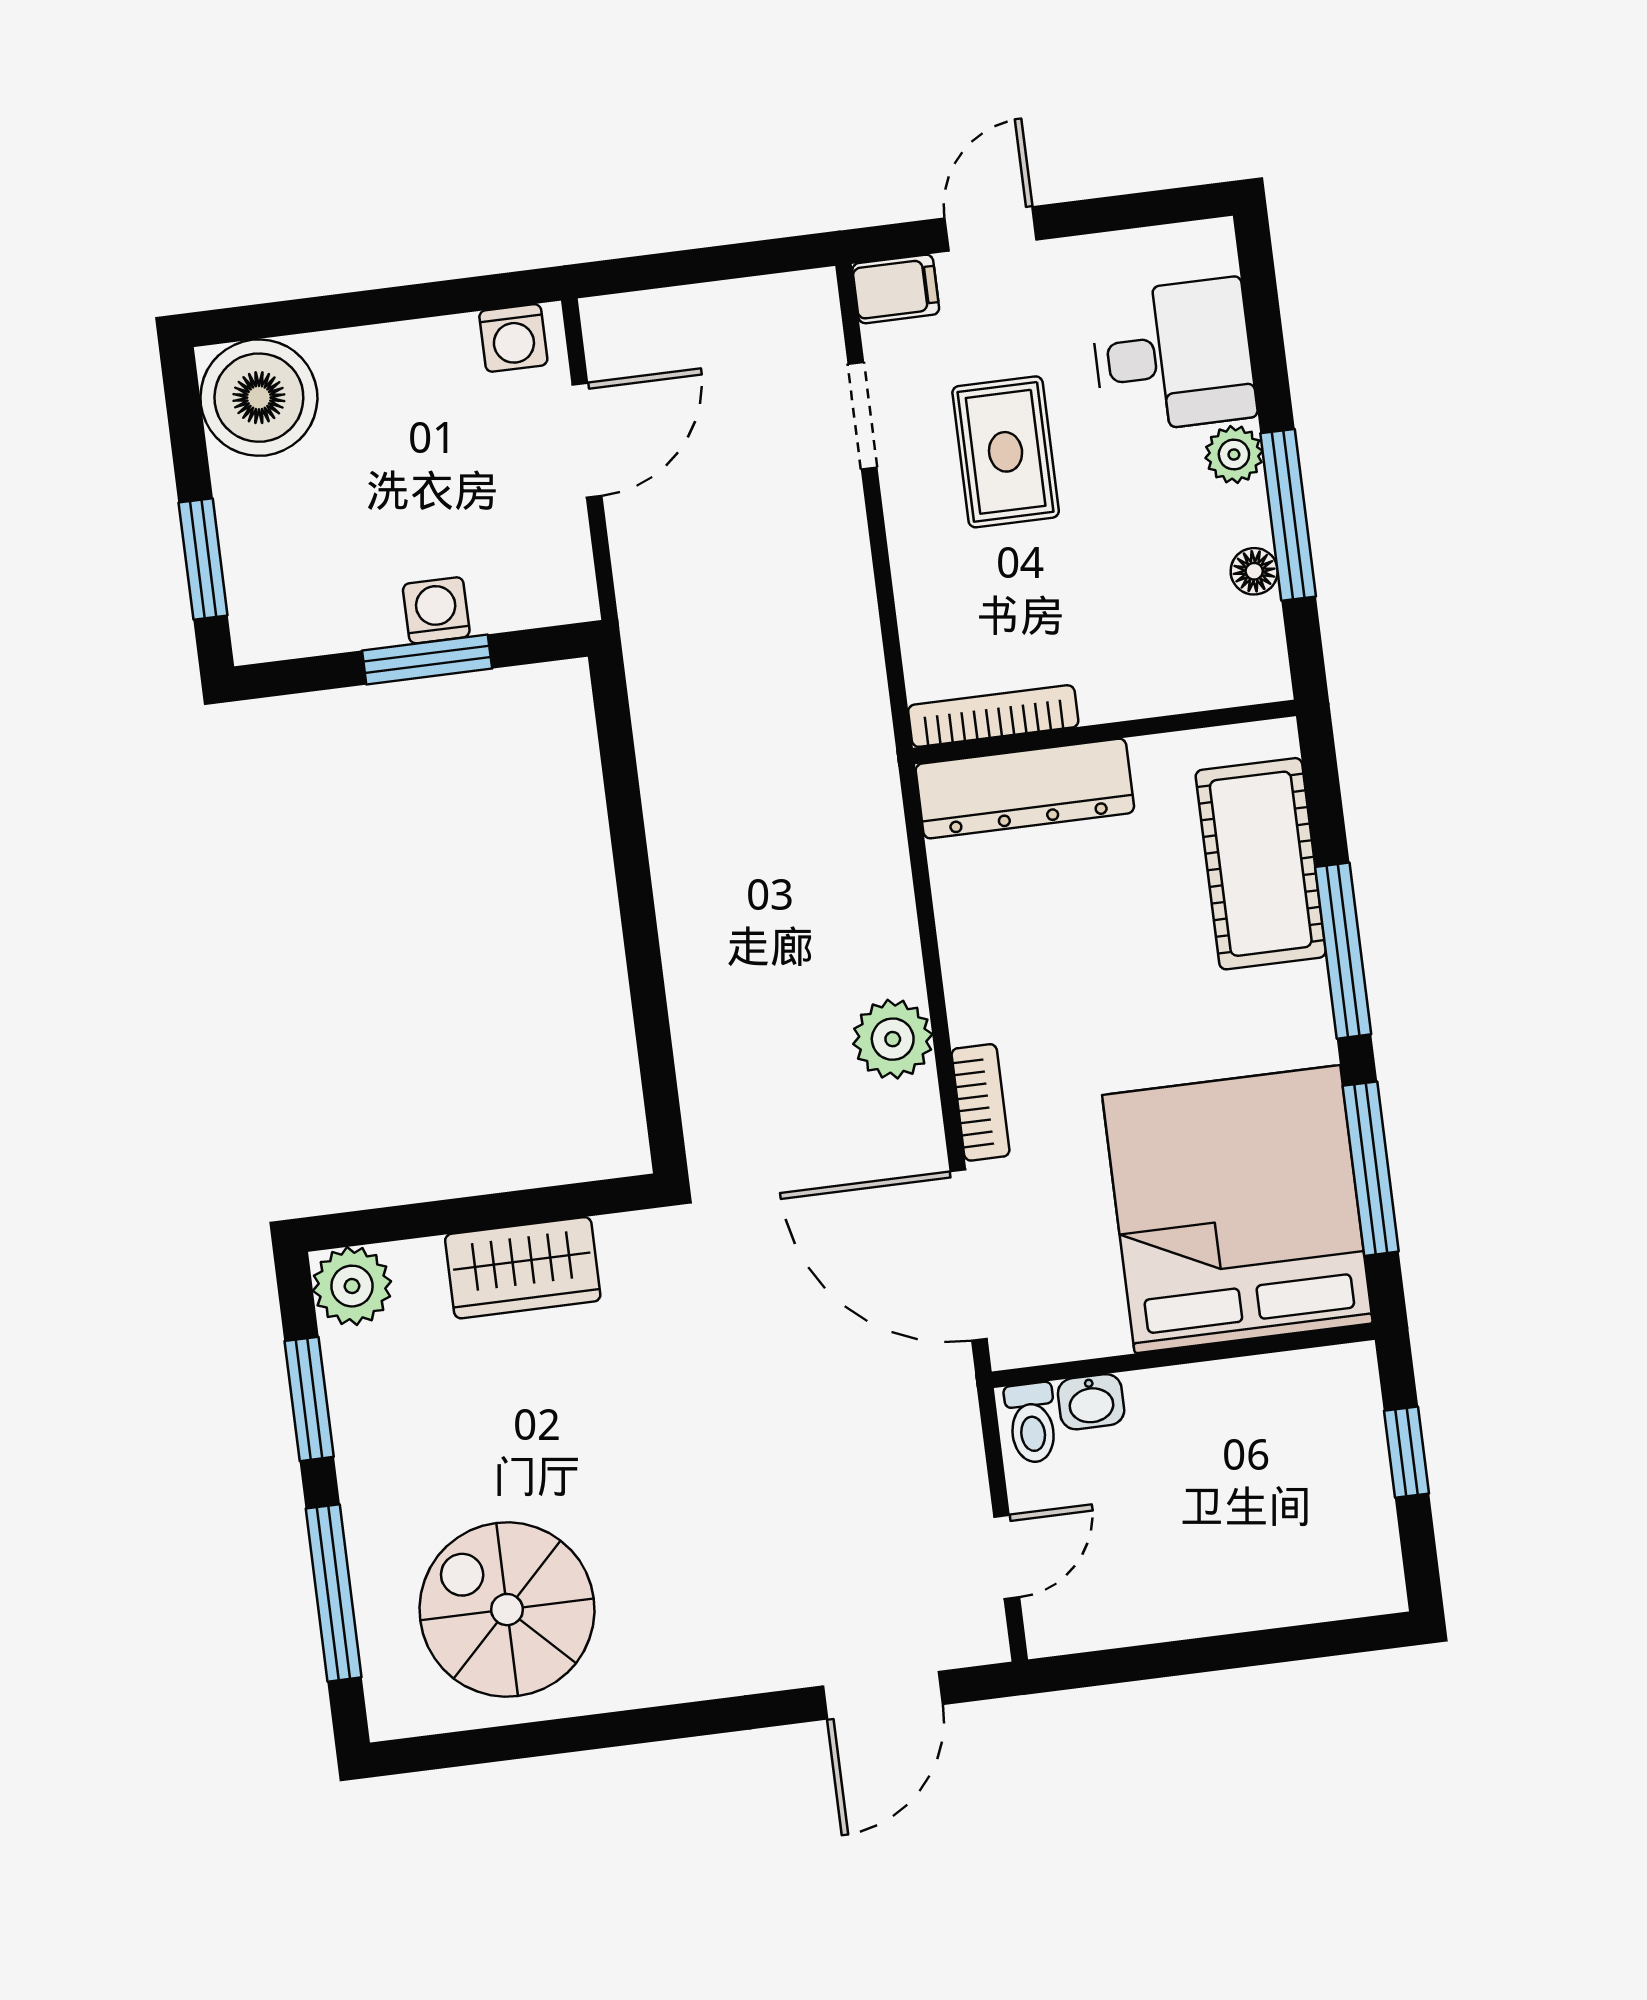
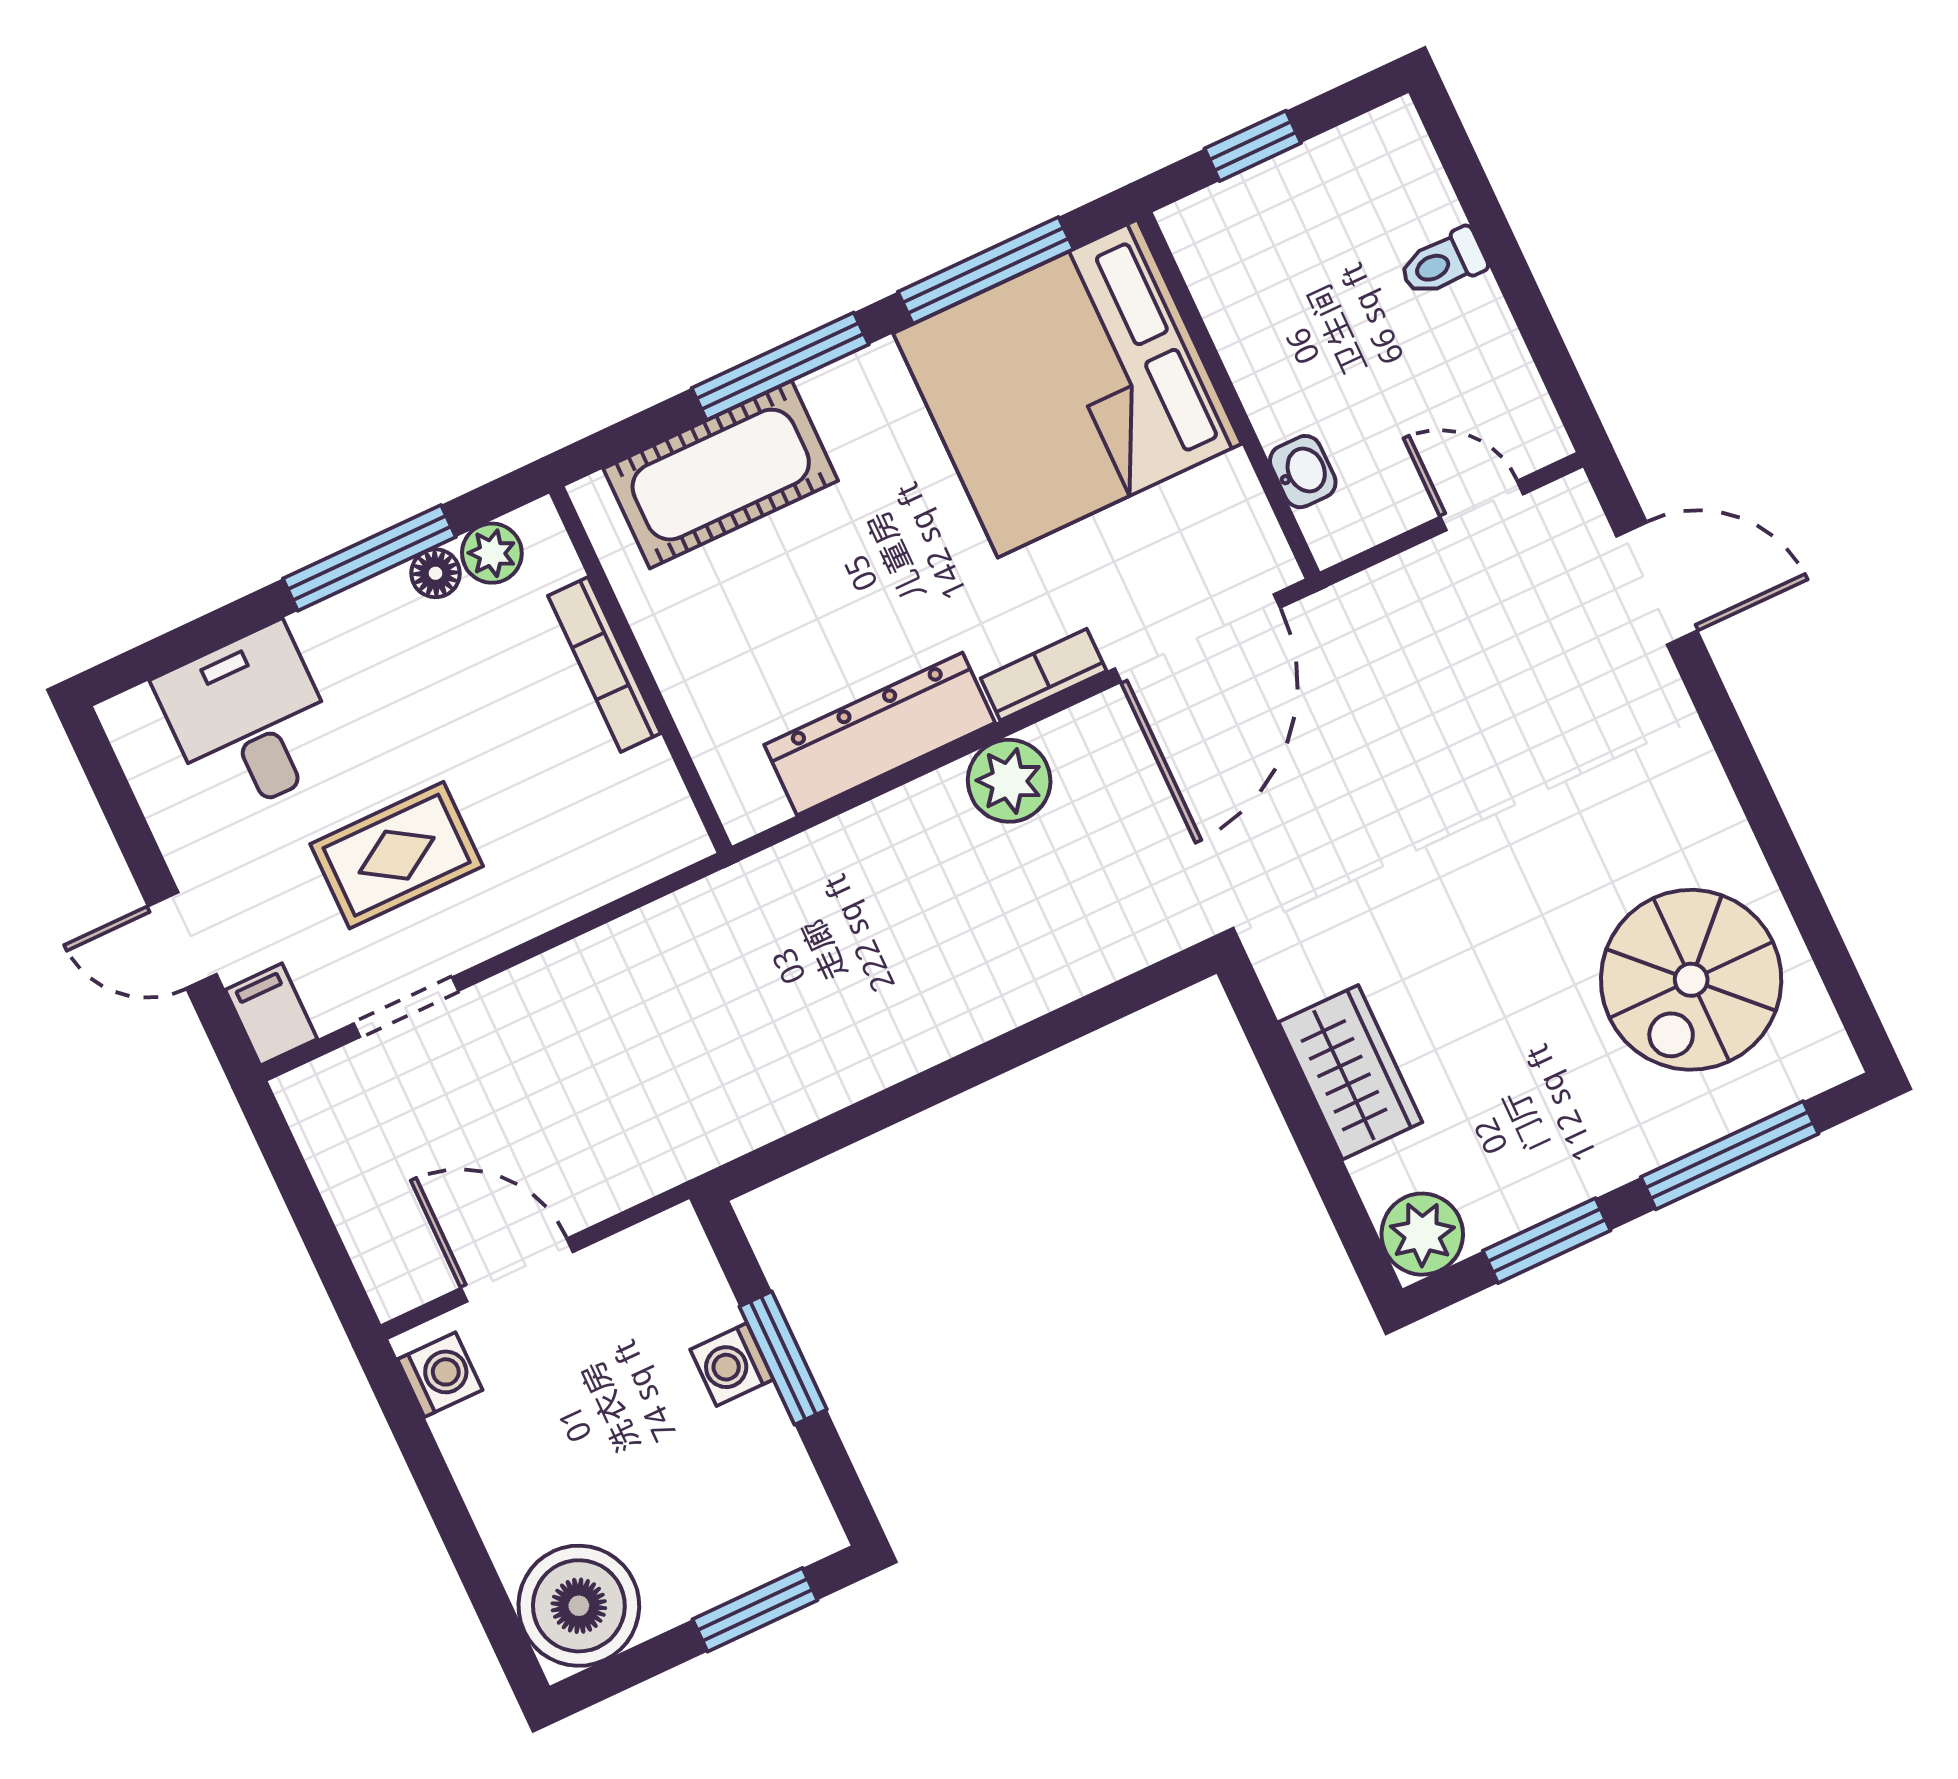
plant: (1234, 454) -> (492, 553), moved
bookcase: (993, 716) -> (604, 665), moved
dresser: (1025, 788) -> (880, 734), moved, turned -90
toilet: (1032, 1423) -> (1443, 263), moved, turned 180

